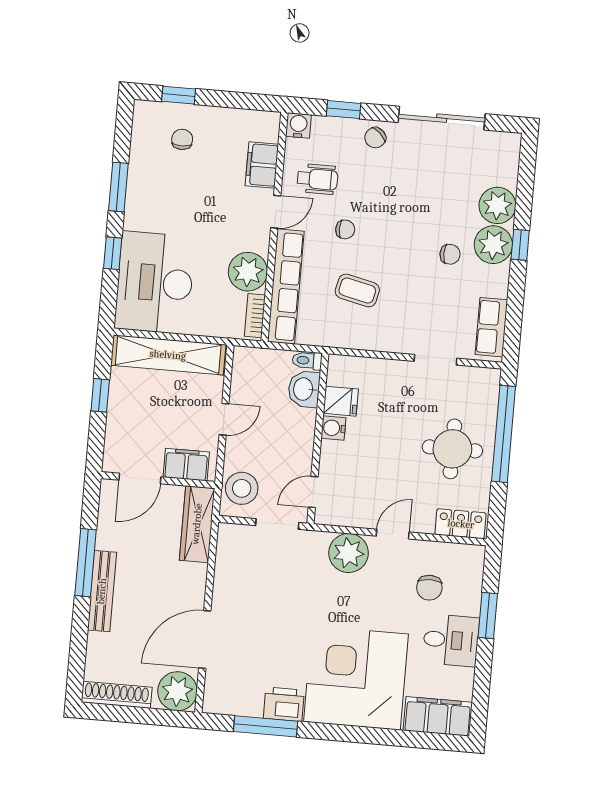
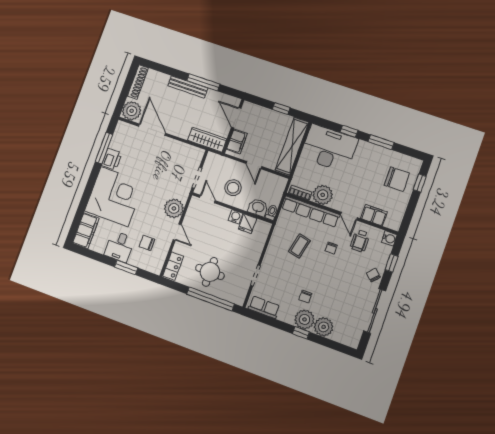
chair: (182, 139) -> (397, 179), width x1.87, depth x1.87
stool: (242, 488) -> (233, 188), moved

